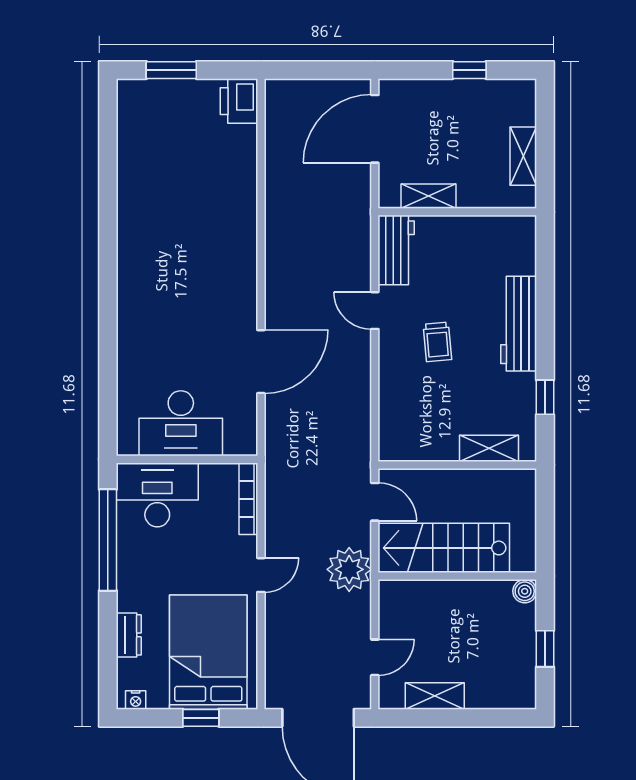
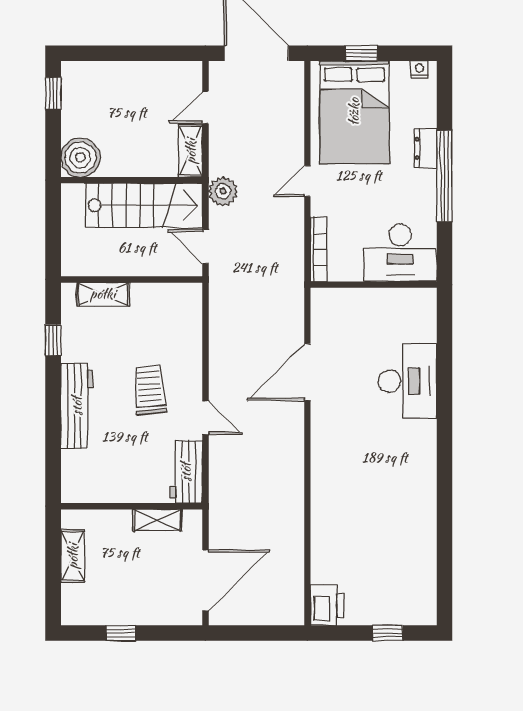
window: (171, 70) -> (388, 633), width x0.67
trolley: (437, 342) -> (149, 390), width x1.36, depth x1.39
desk: (181, 423) -> (408, 381), moved, turned 90
window: (108, 540) -> (444, 176), moved
plant: (349, 569) -> (223, 191), width x0.73, depth x0.73
boiler: (525, 591) -> (80, 157), width x1.86, depth x1.86
dresser: (129, 635) -> (426, 148), moved
window: (545, 649) -> (53, 94), moved
shelving: (435, 696) -> (191, 151), moved, turned 90

